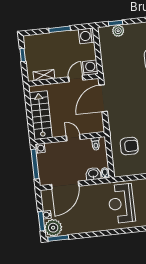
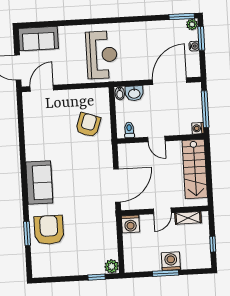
plant: (118, 31) -> (112, 266), moved
washing machine: (87, 36) -> (171, 261), moved, turned -90
door: (76, 79) -> (162, 211), moved
armchair: (129, 146) -> (88, 125), turned 109
plant: (53, 228) -> (192, 24), width x0.53, depth x0.53

